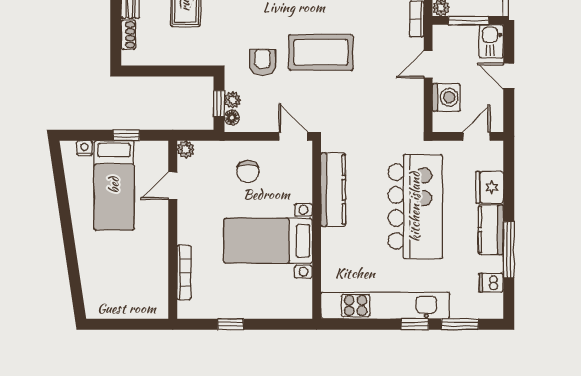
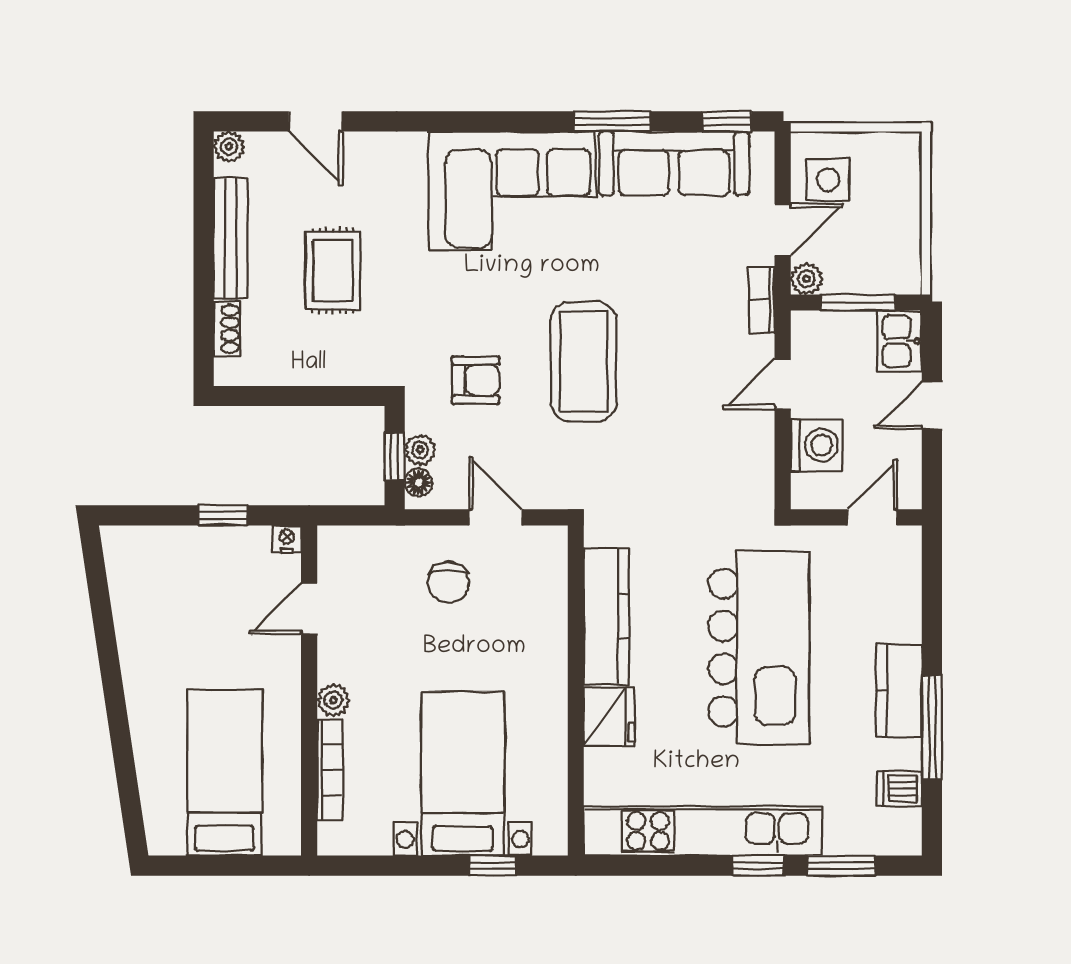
coffee table: (321, 52) -> (584, 362), turned 90
armchair: (263, 62) -> (476, 380), turned 90
door: (509, 76) -> (932, 405), hinge flipped
door: (293, 136) -> (495, 517), moved
nightstand: (84, 148) -> (287, 539), moved
plant: (186, 149) -> (333, 700), moved
bed: (114, 185) -> (225, 773), moved, turned 180
fridge: (490, 187) -> (609, 717), moved, turned 180
bed with nightstands: (268, 241) -> (463, 774), moved, turned 90
window: (231, 324) -> (493, 866), moved

